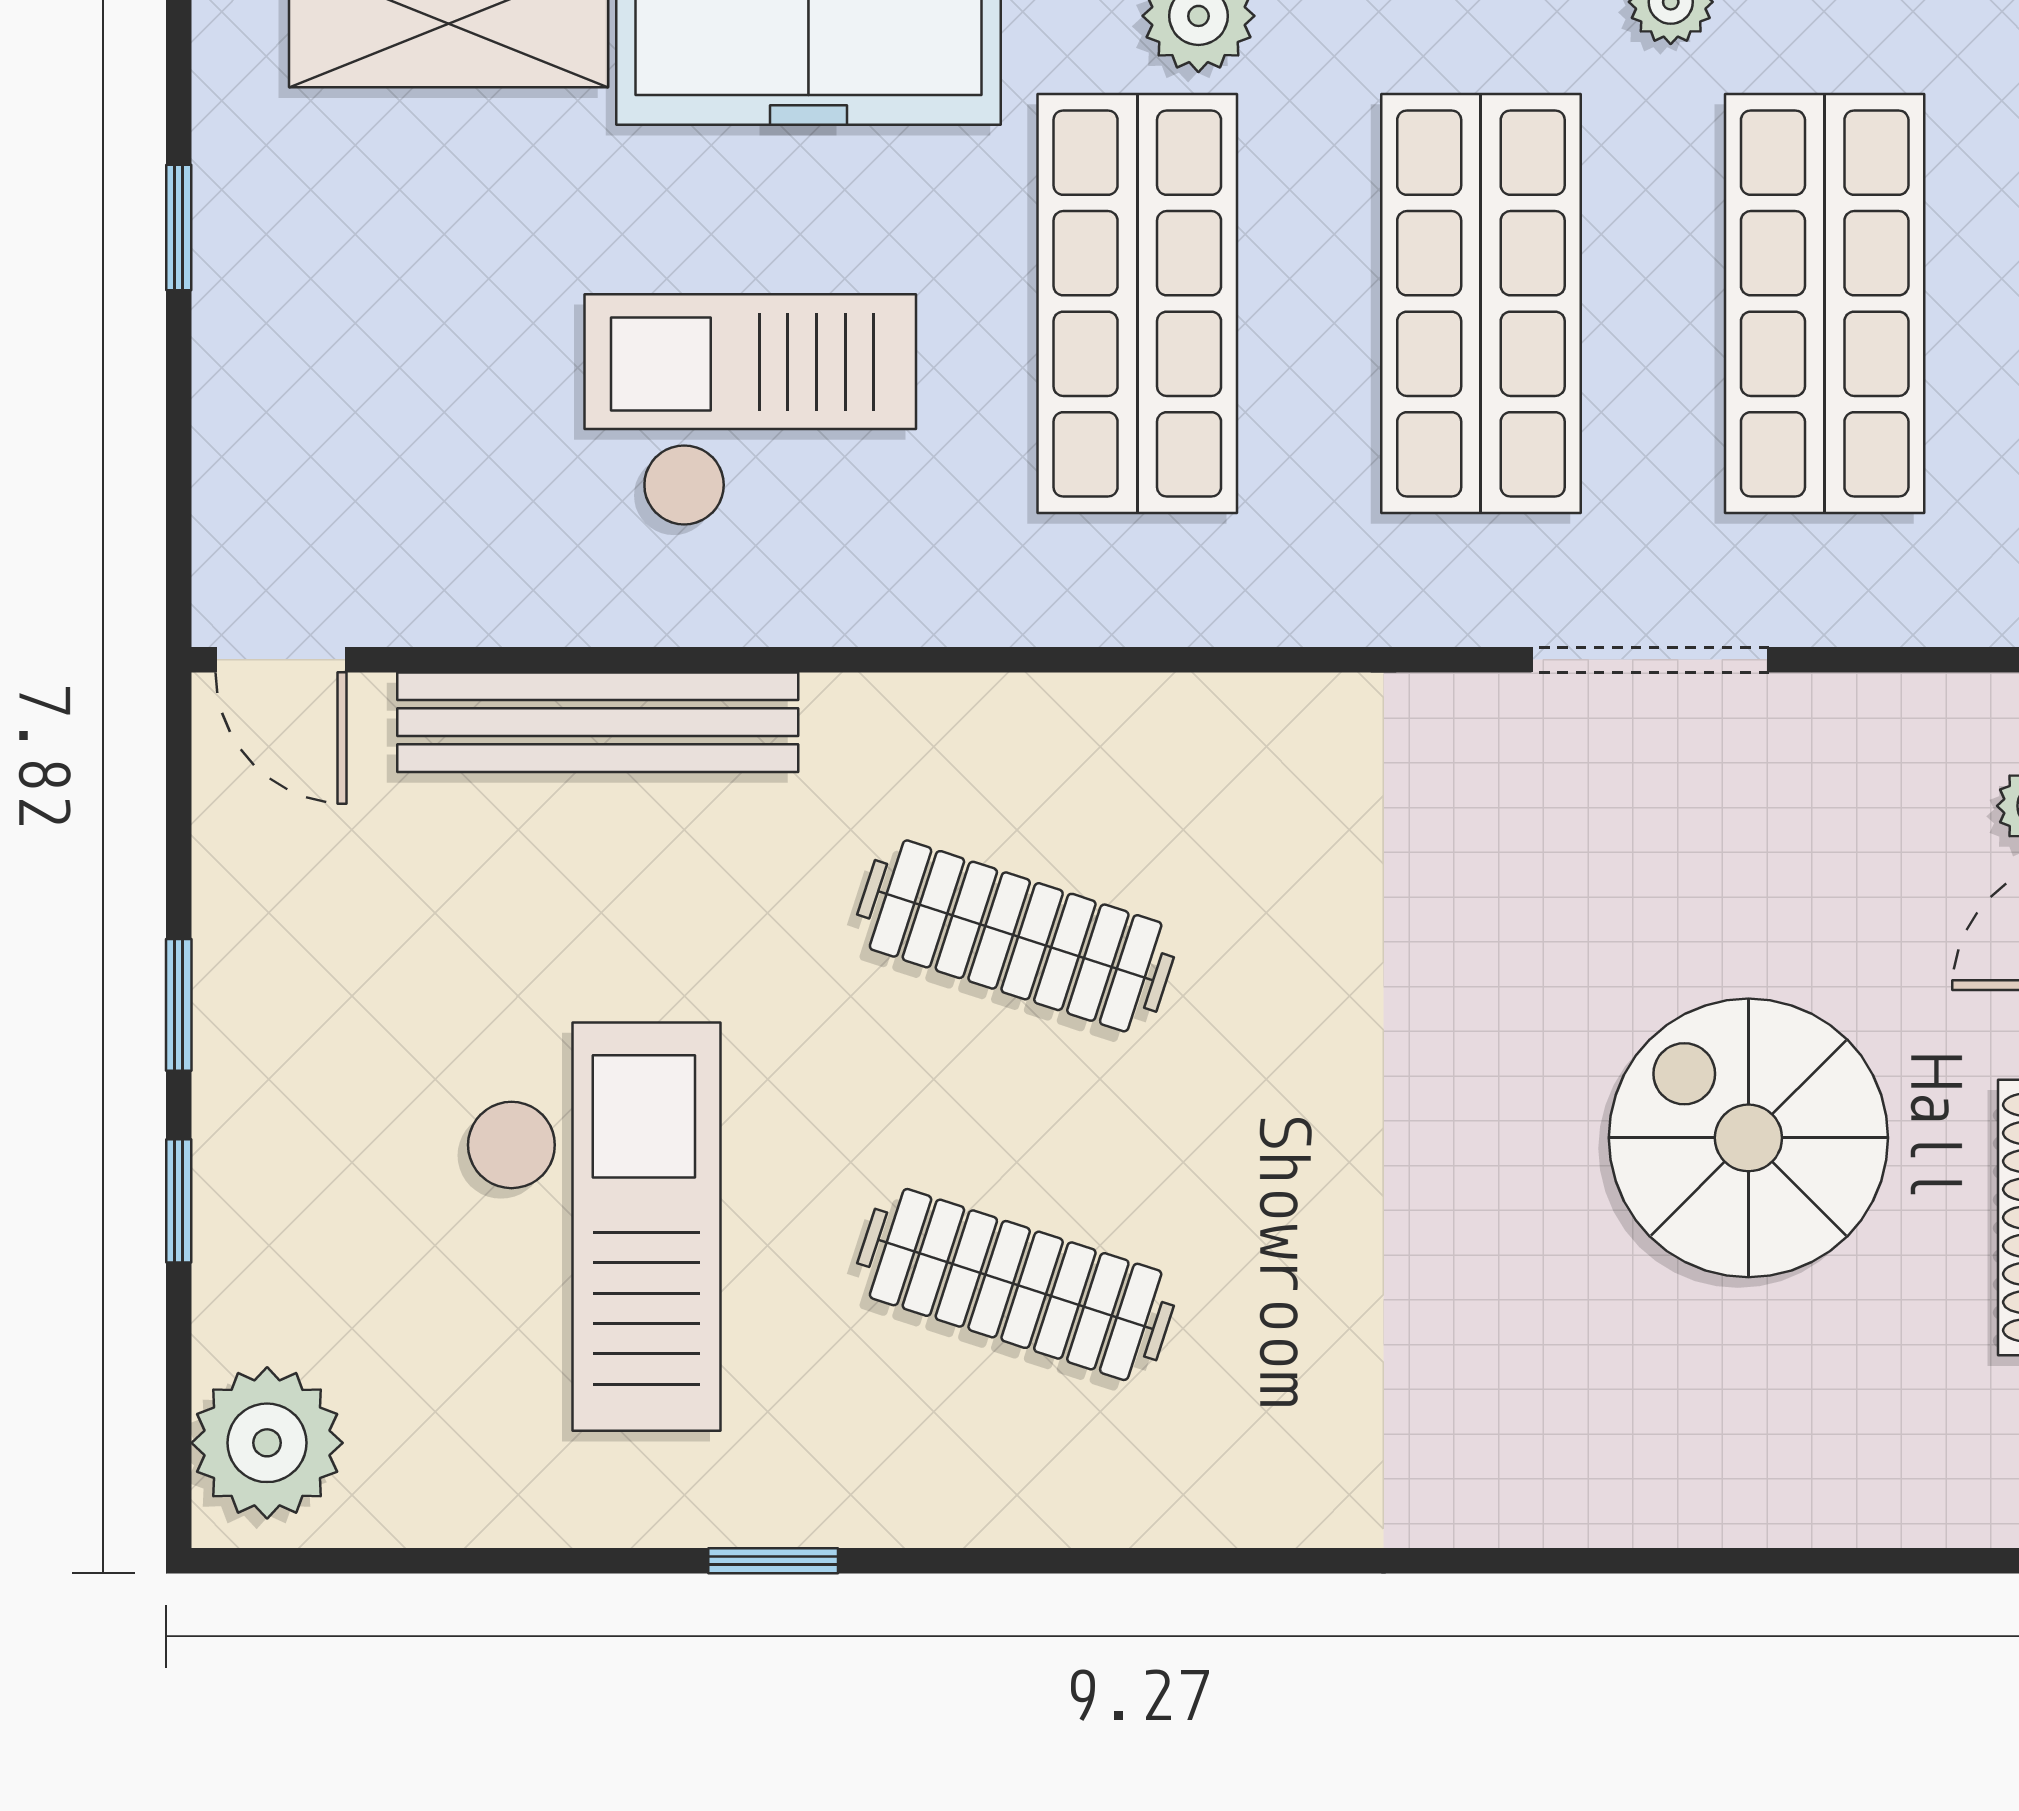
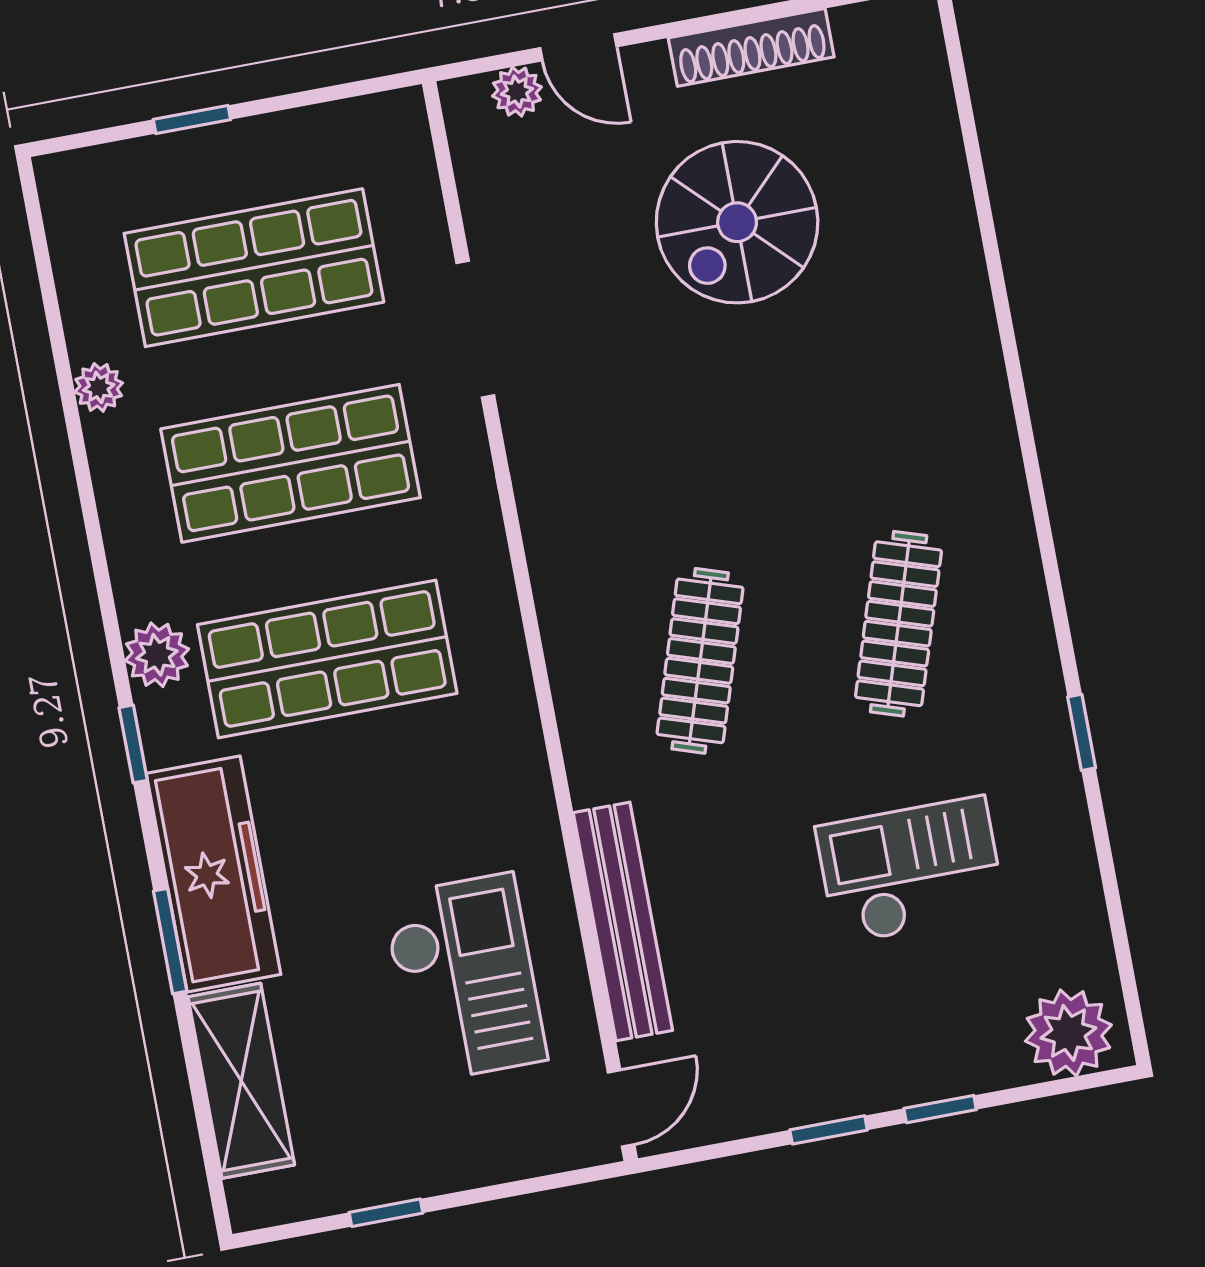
checkout: (750, 411) -> (464, 978), moved, turned 180
checkout: (593, 1227) -> (911, 870), width x0.73, depth x0.83

